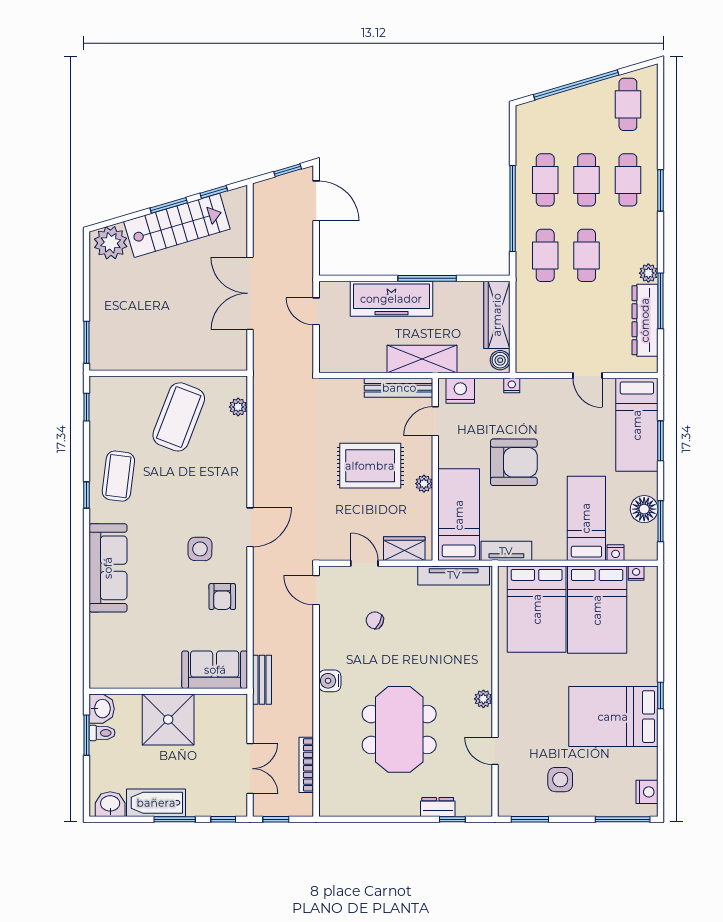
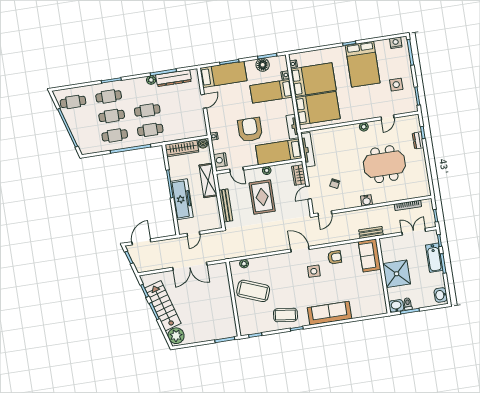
bench: (399, 388) -> (226, 205), moved
bathtub: (156, 803) -> (434, 258), moved

